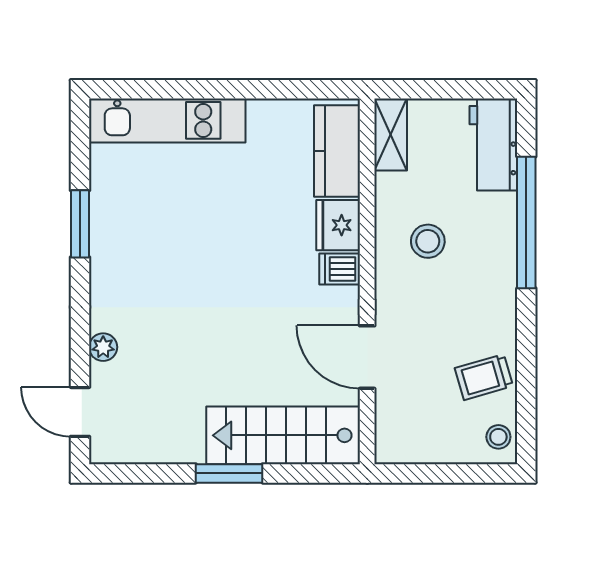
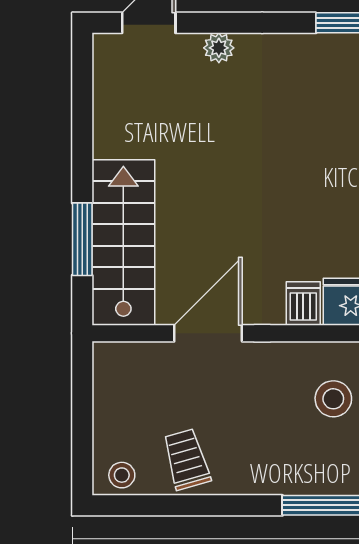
window: (229, 473) -> (82, 239), moved

